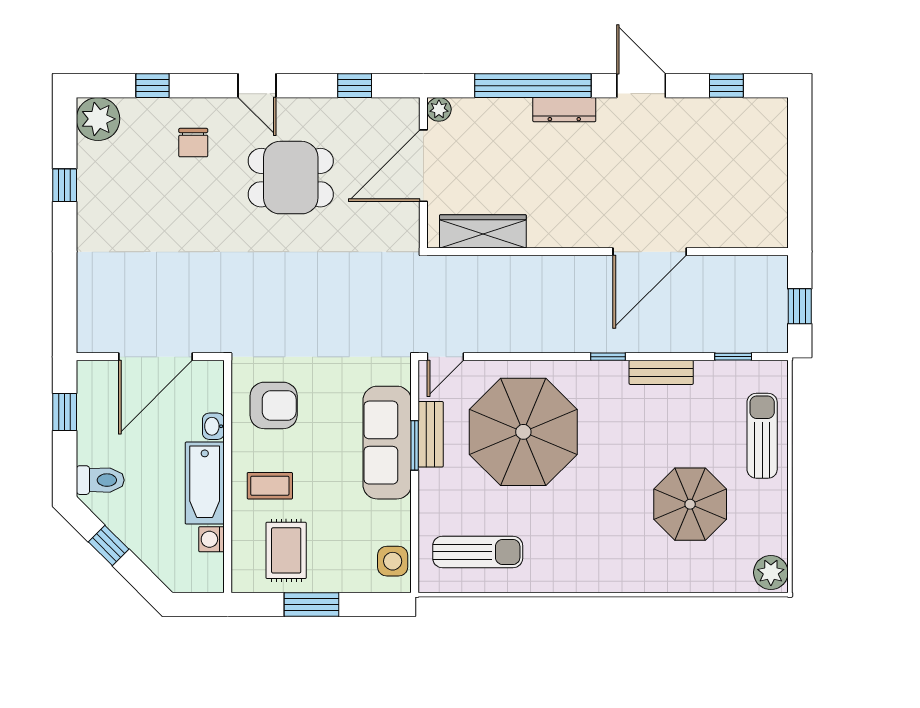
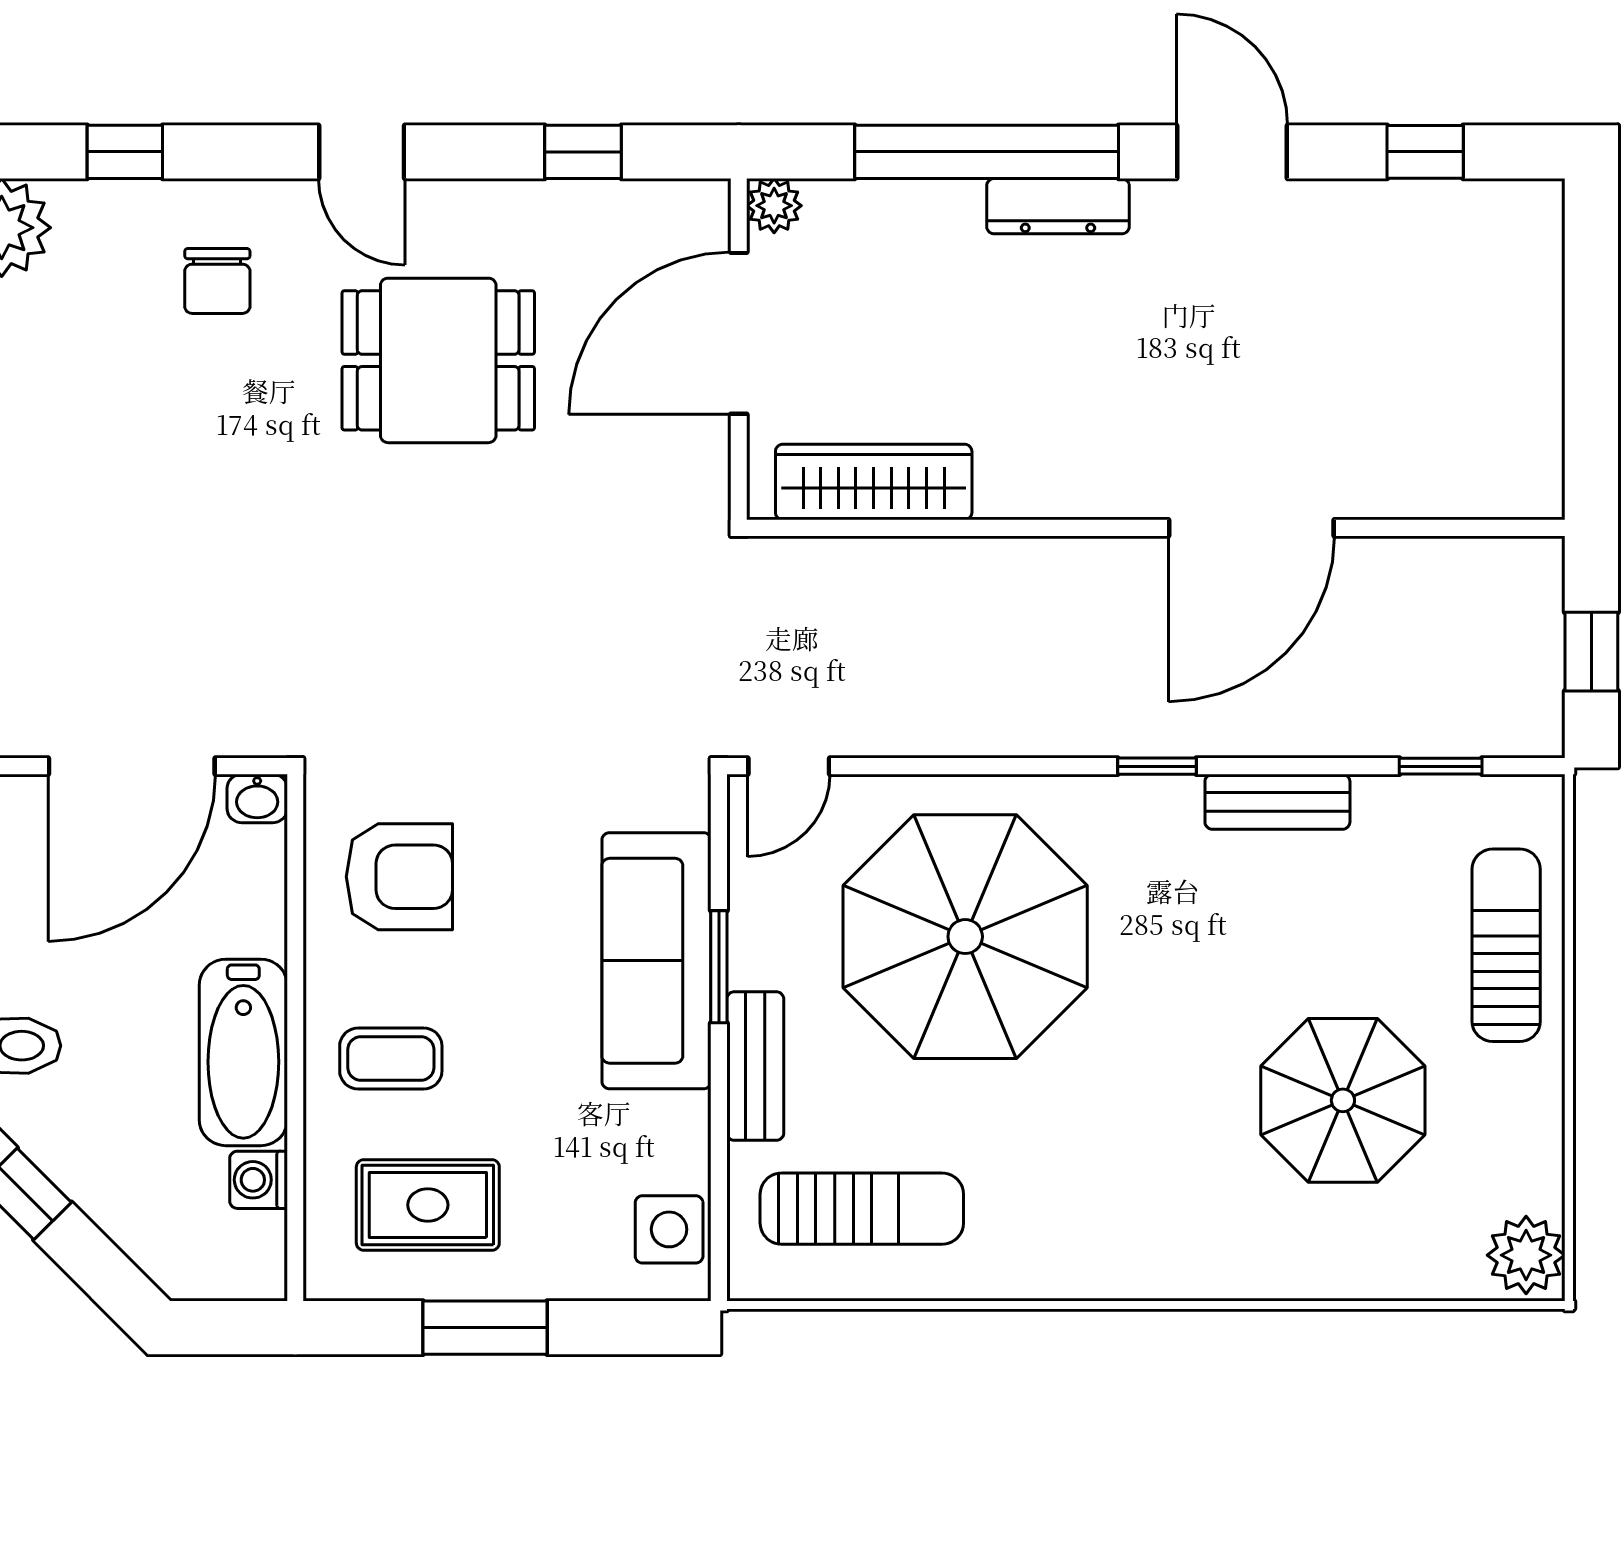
washbasin: (213, 426) -> (257, 798), moved, turned -90
bench: (431, 434) -> (755, 1066), moved
rug: (286, 550) -> (428, 1205), turned 90

